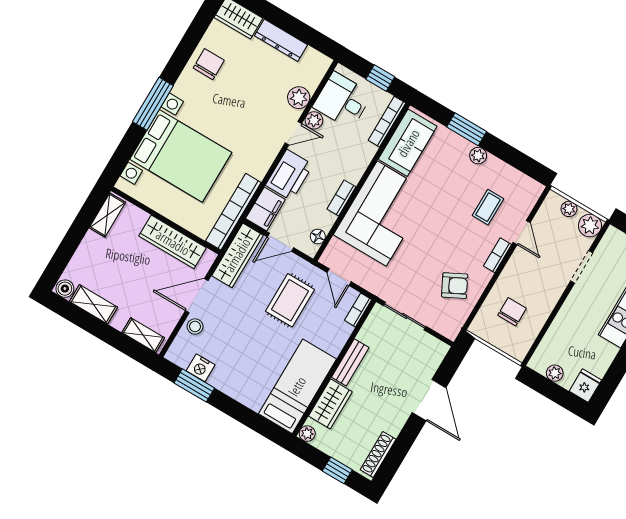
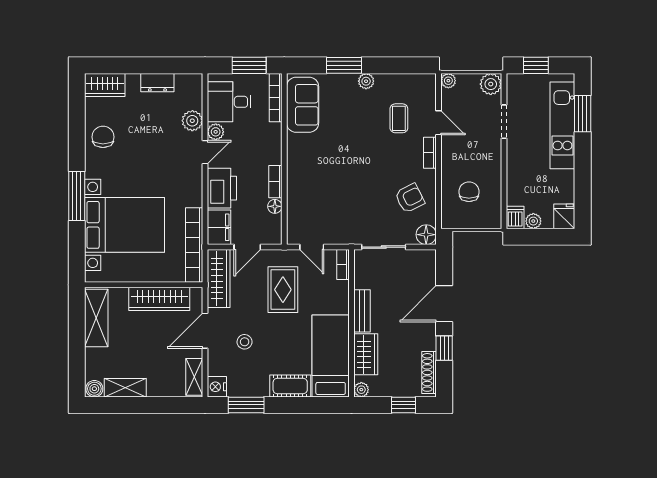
dresser: (281, 40) -> (157, 83), width x0.70
window: (380, 78) -> (249, 65), width x1.50
plant: (569, 209) -> (448, 81), moved
corner sofa: (382, 214) -> (316, 175), removed
shelving: (107, 215) -> (96, 318), width x1.50, depth x1.33
floor lamp: (318, 236) -> (275, 206), moved
stool: (195, 327) -> (245, 342), moved
floor lamp: (450, 328) -> (426, 235), added
shelving: (143, 335) -> (194, 377), moved, turned 90
dishwasher: (540, 360) -> (515, 217), added
nightstand: (201, 368) -> (217, 387), moved, turned 90
cot: (244, 392) -> (290, 386), added
door: (429, 400) -> (444, 304), swing flipped
window: (405, 440) -> (444, 348), added

